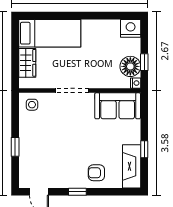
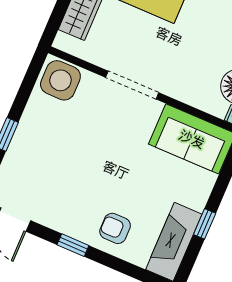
side table: (32, 105) -> (60, 80), width x1.87, depth x1.87

